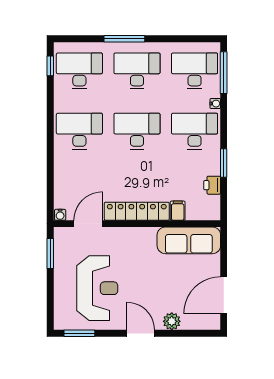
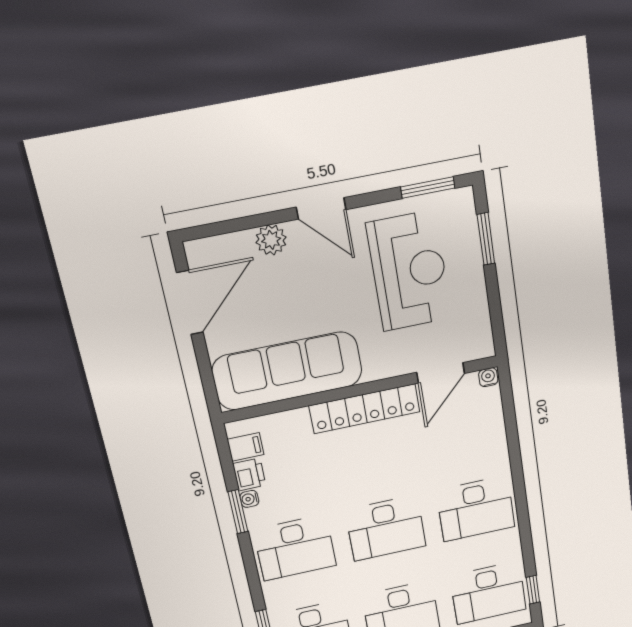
water cooler: (215, 104) -> (249, 499), moved
filing cabinet: (178, 211) -> (246, 447), moved, turned -90
sofa: (189, 240) -> (287, 371), width x1.36, depth x1.27
window: (50, 254) -> (486, 239), moved
reception desk: (97, 288) -> (409, 271), turned 180

